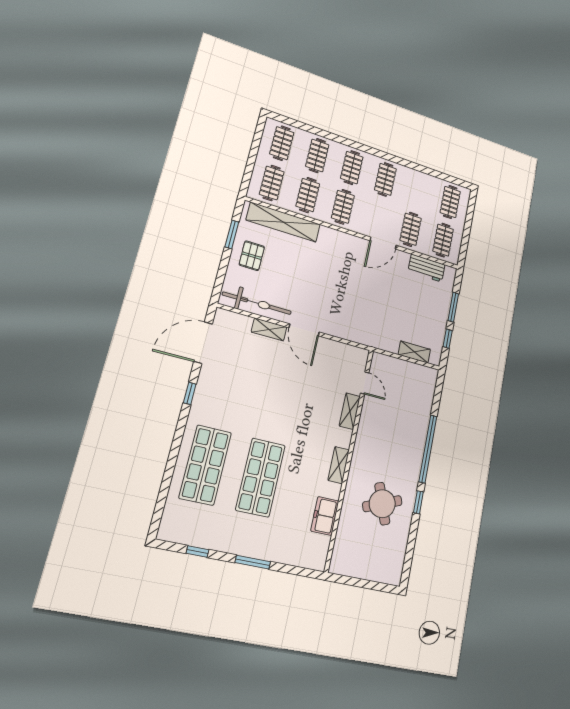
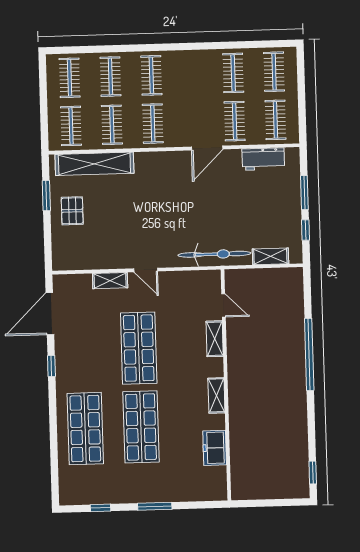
clothes rail: (385, 179) -> (233, 73), moved
bicycle: (257, 303) -> (214, 254), moved
door: (304, 330) -> (146, 270), width x0.73
shop shelf: (279, 400) -> (139, 348), added
window: (418, 502) -> (313, 473), moved
round table: (382, 504) -> (272, 422), removed

